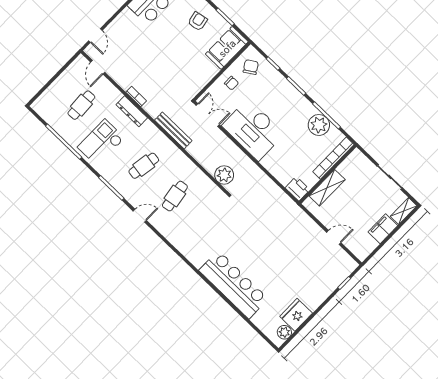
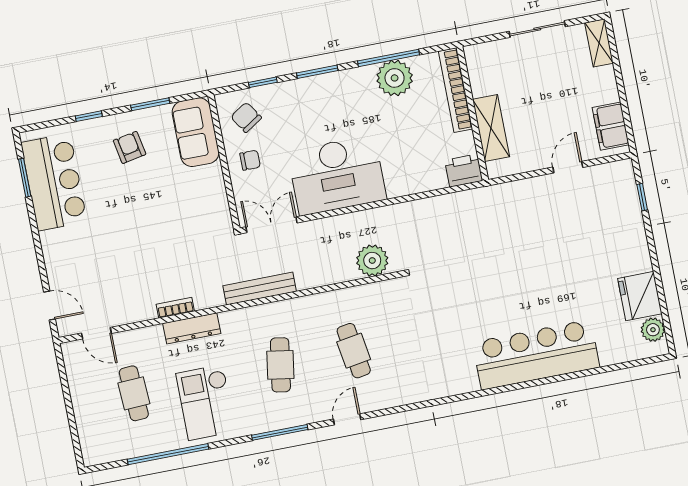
filing cabinet: (383, 229) -> (611, 126), moved

